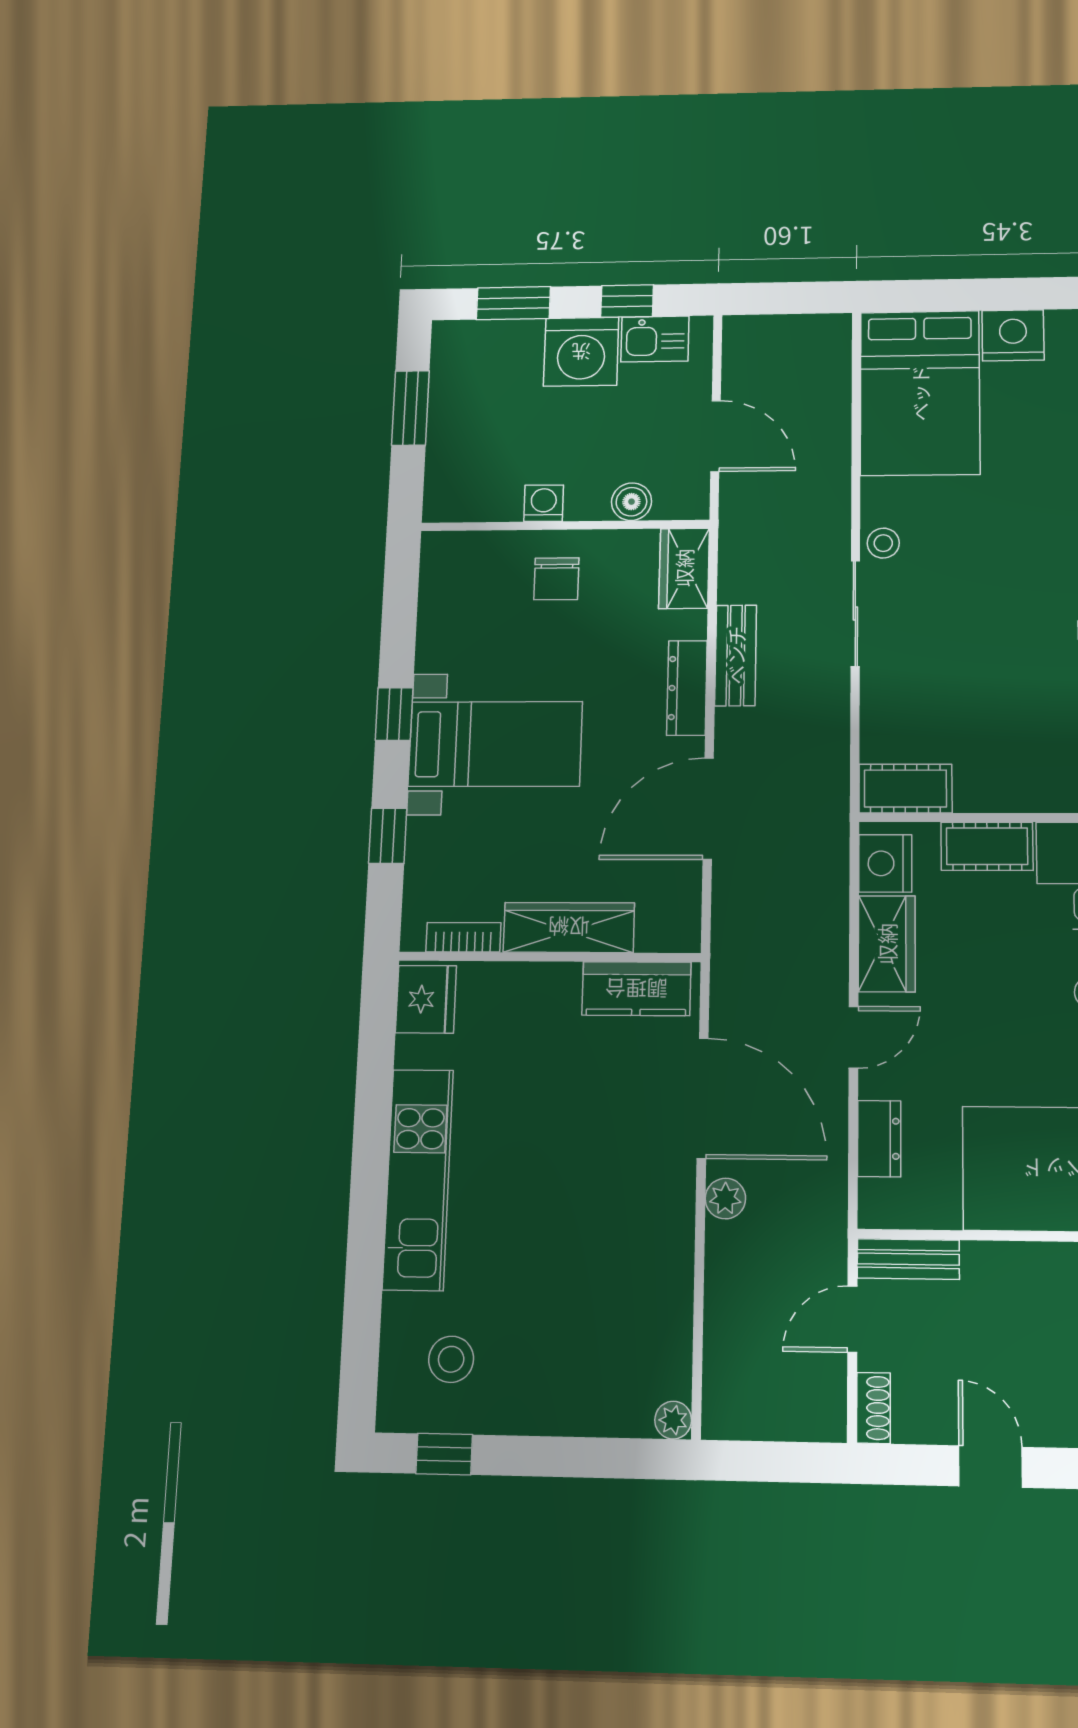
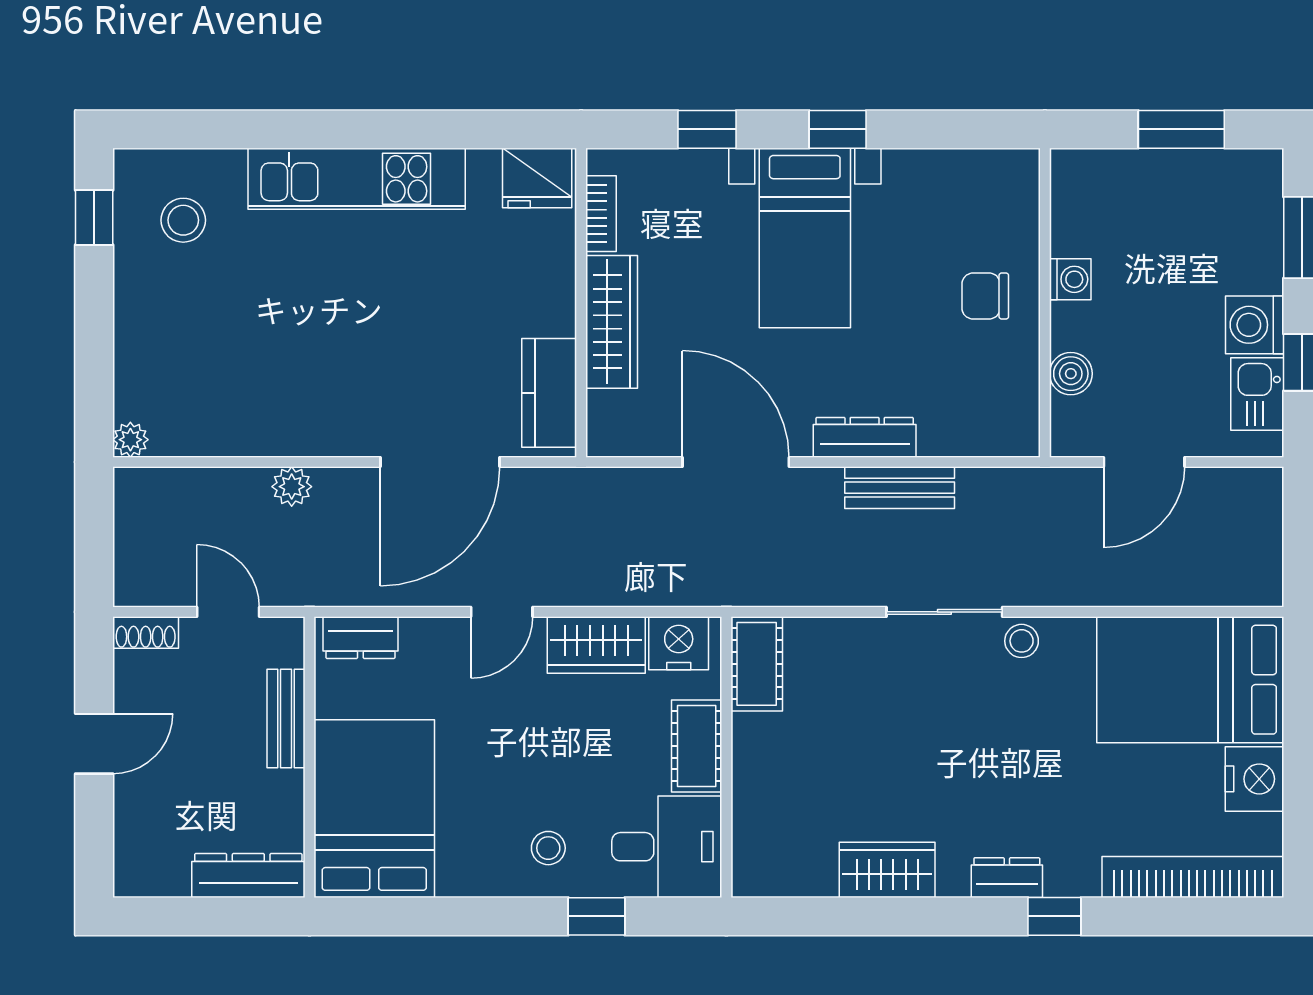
washing machine: (581, 352) -> (1255, 325), width x0.73, depth x0.73
wardrobe: (684, 568) -> (996, 432), removed
door: (854, 1037) -> (502, 612), hinge flipped
dresser: (879, 1139) -> (360, 638), moved
plant: (725, 1199) -> (292, 487), moved
bench: (908, 1259) -> (286, 718), moved

